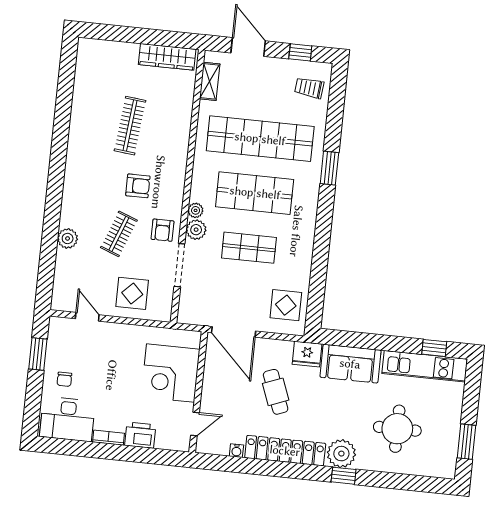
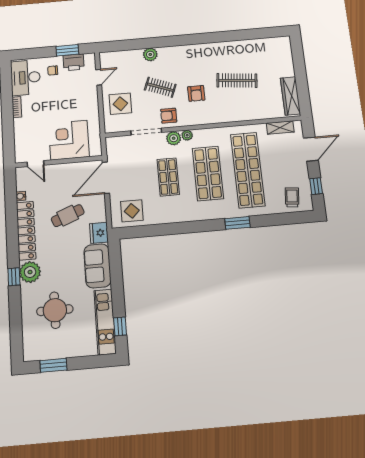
printer: (140, 435) -> (74, 62), moved, turned 90

